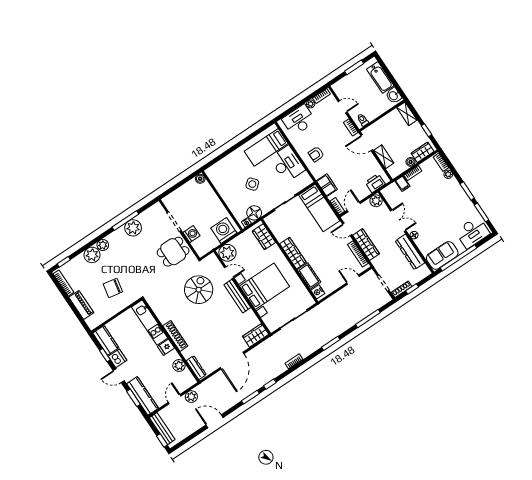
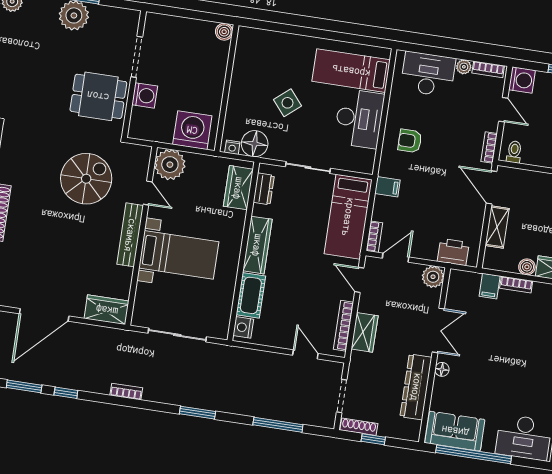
washing machine: (339, 88) -> (522, 80), added
filing cabinet: (327, 185) -> (387, 187), width x0.50
dresser: (275, 228) -> (264, 189), added
wardrobe: (366, 245) -> (365, 332), width x0.67
bed with nightstands: (265, 286) -> (179, 255), width x0.73

